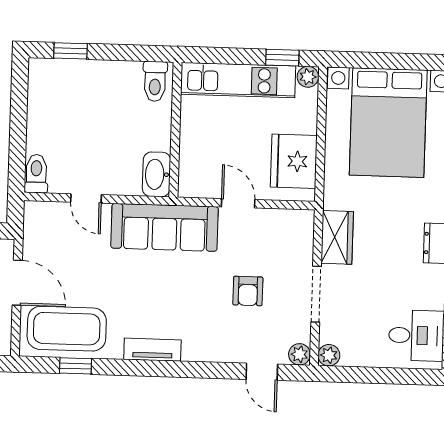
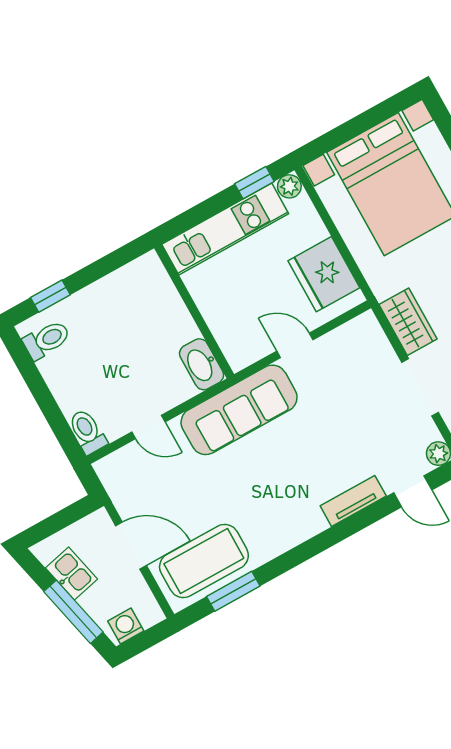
toilet: (155, 81) -> (47, 340), moved, turned -90
armchair: (248, 291) -> (354, 423), removed
tv unit: (152, 350) -> (353, 501), moved
window: (75, 366) -> (233, 591), width x1.50

